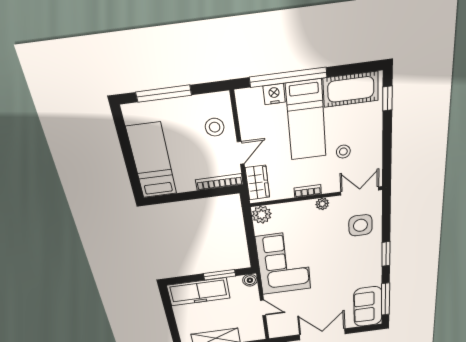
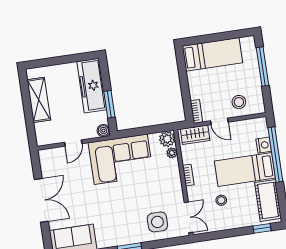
bookcase: (219, 182) -> (196, 111), width x0.64
plant: (322, 204) -> (172, 153), moved

